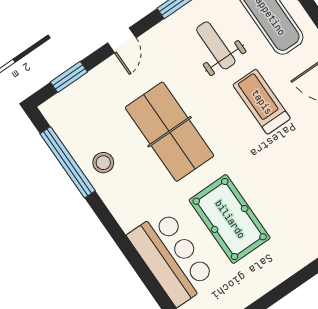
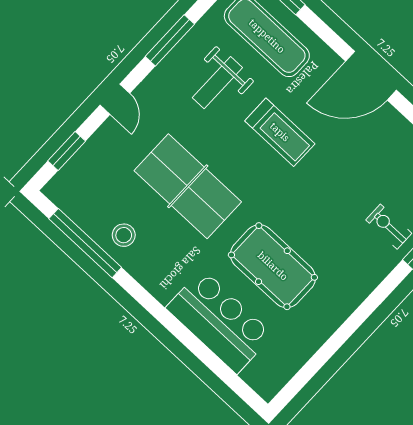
weight bench: (216, 45) -> (217, 83), turned -90
treadmill: (262, 102) -> (280, 132), turned 180

